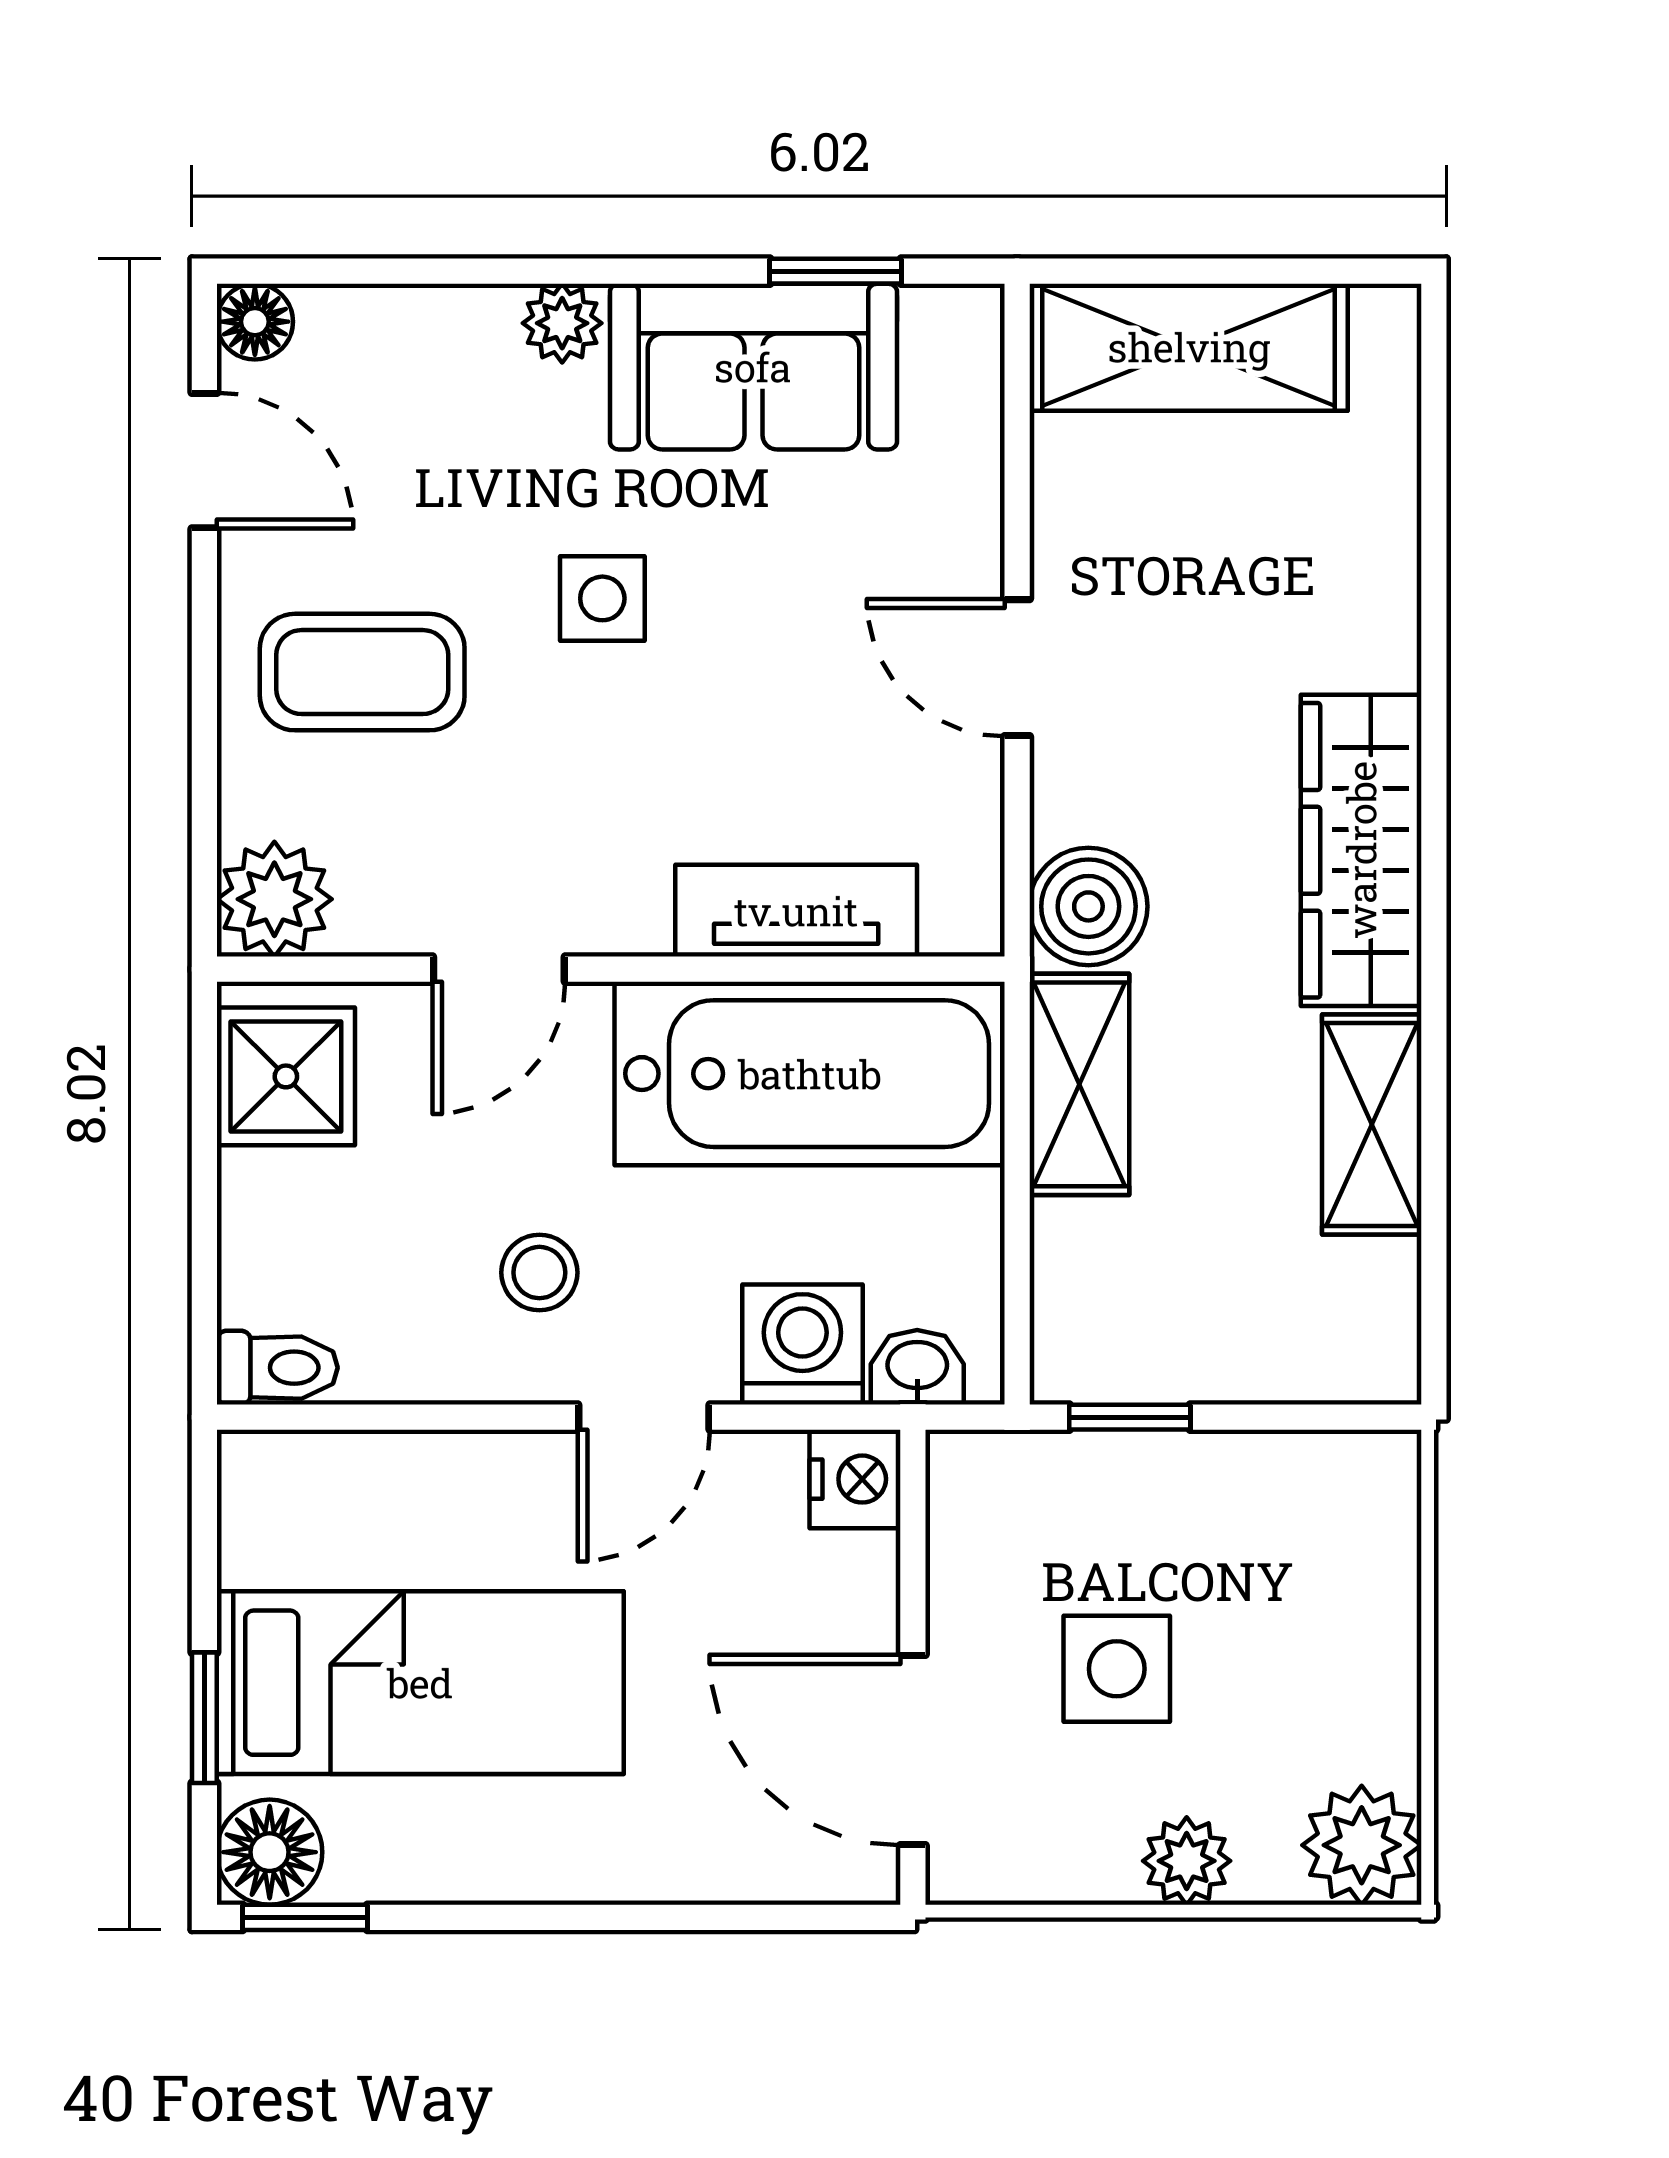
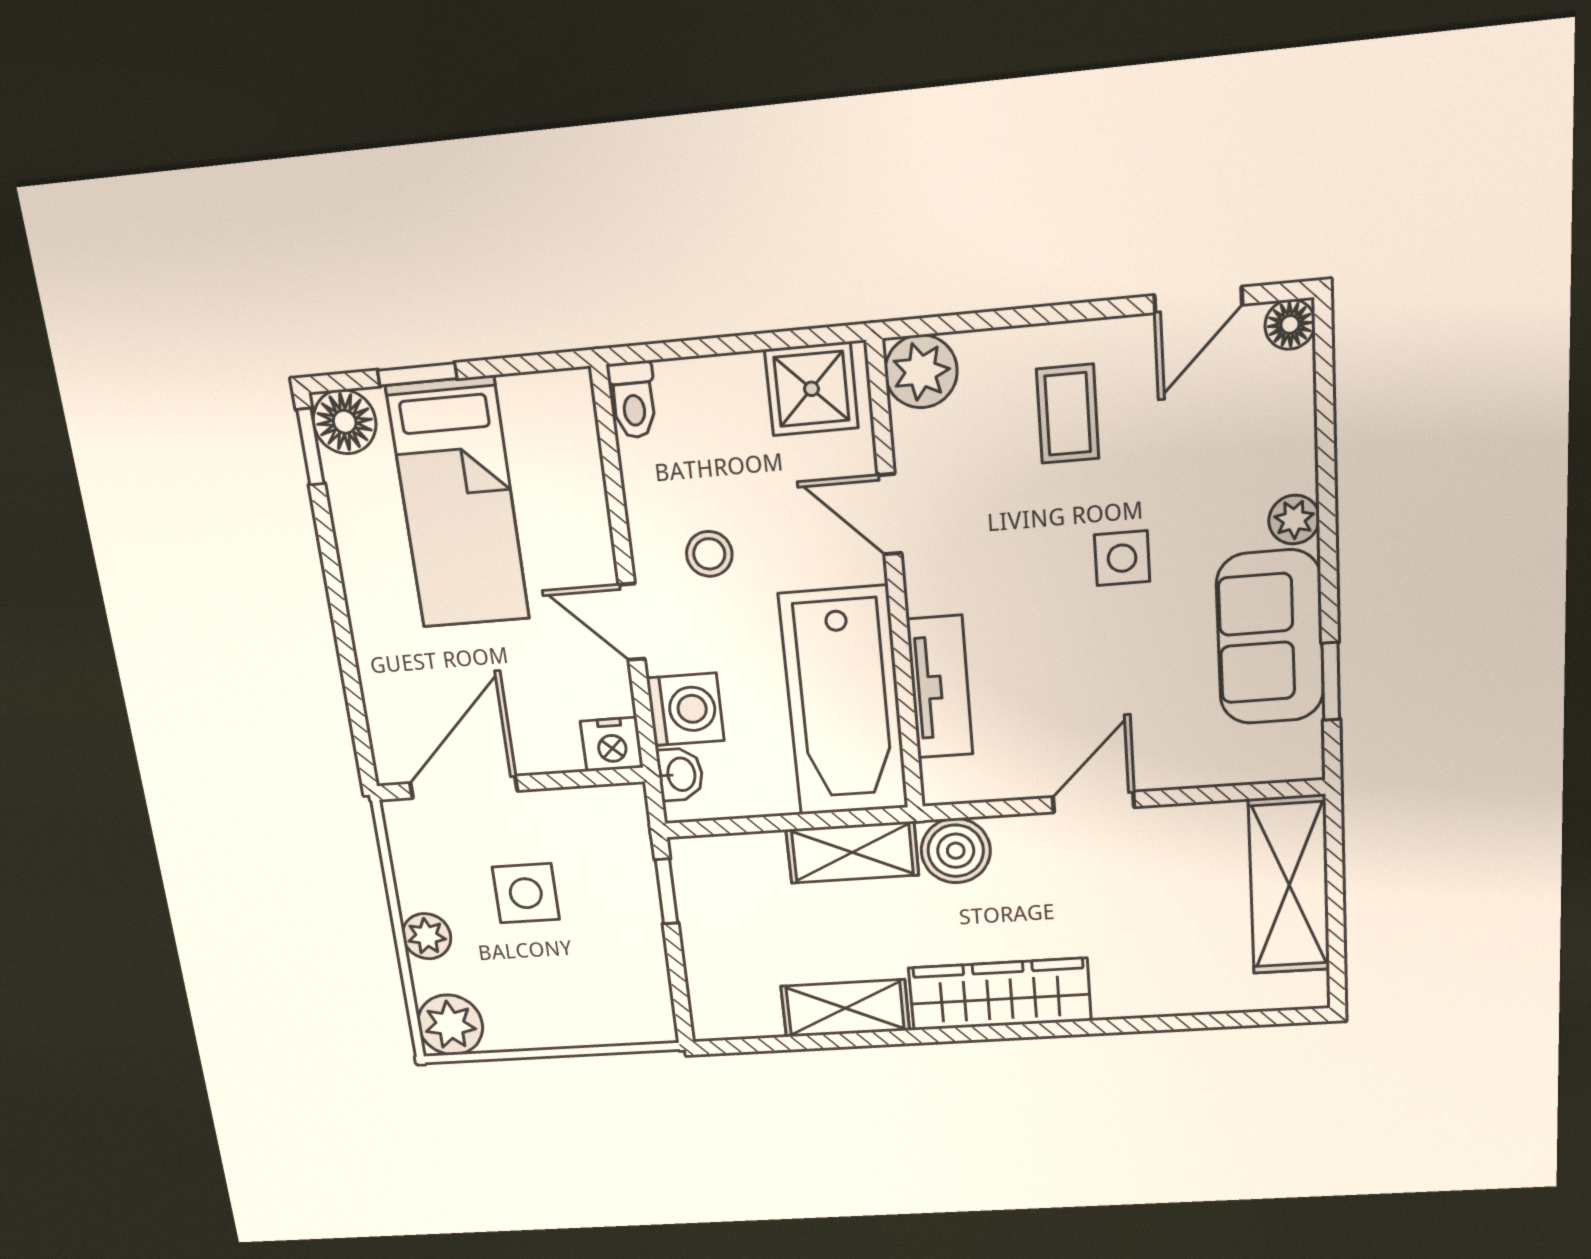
coffee table: (362, 672) -> (1068, 414), width x0.73, depth x0.77

